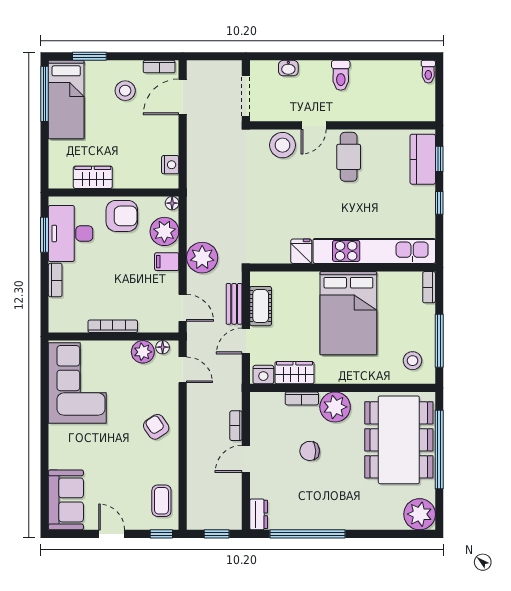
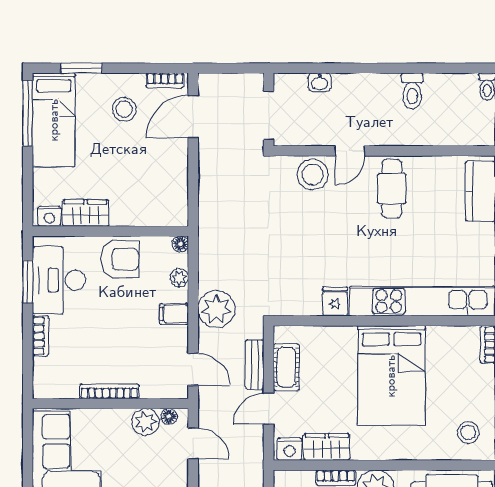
toilet: (341, 75) -> (412, 91), moved
nightstand: (170, 165) -> (49, 216), moved, turned 90
plant: (164, 231) -> (179, 278), width x0.53, depth x0.53

